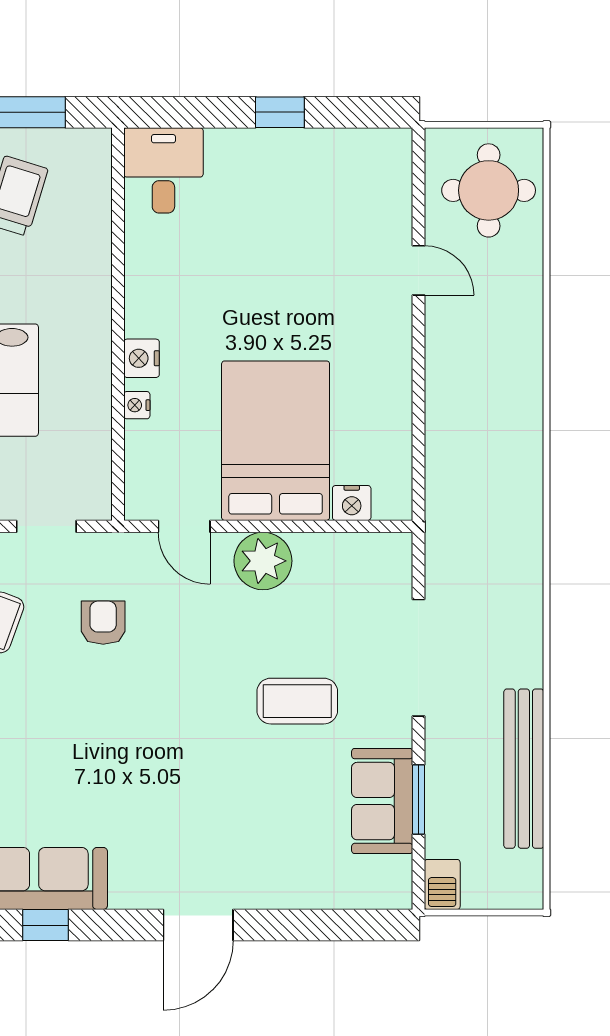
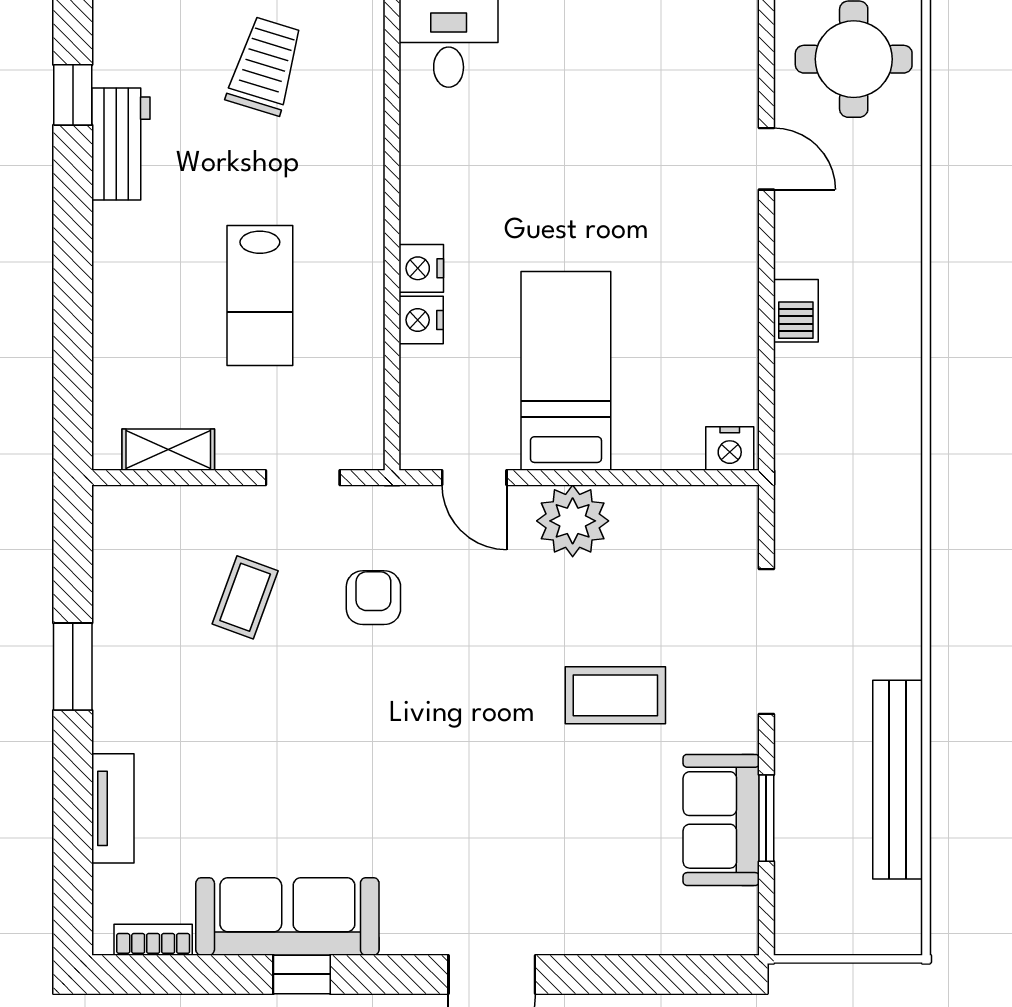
nightstand: (137, 405) -> (421, 320), width x1.39, depth x1.35
bed: (276, 441) -> (566, 371), width x0.67
nightstand: (352, 503) -> (730, 449), moved
barbecue: (442, 884) -> (796, 311), moved

